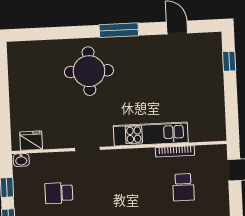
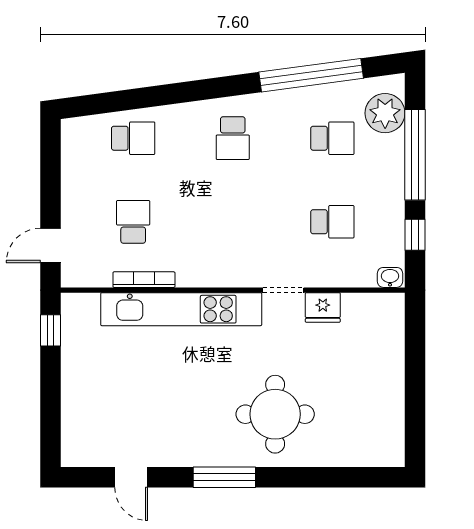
window: (229, 61) -> (51, 330), moved
kitchen unit: (151, 134) -> (181, 309), width x1.36
fridge: (31, 141) -> (323, 307), moved

